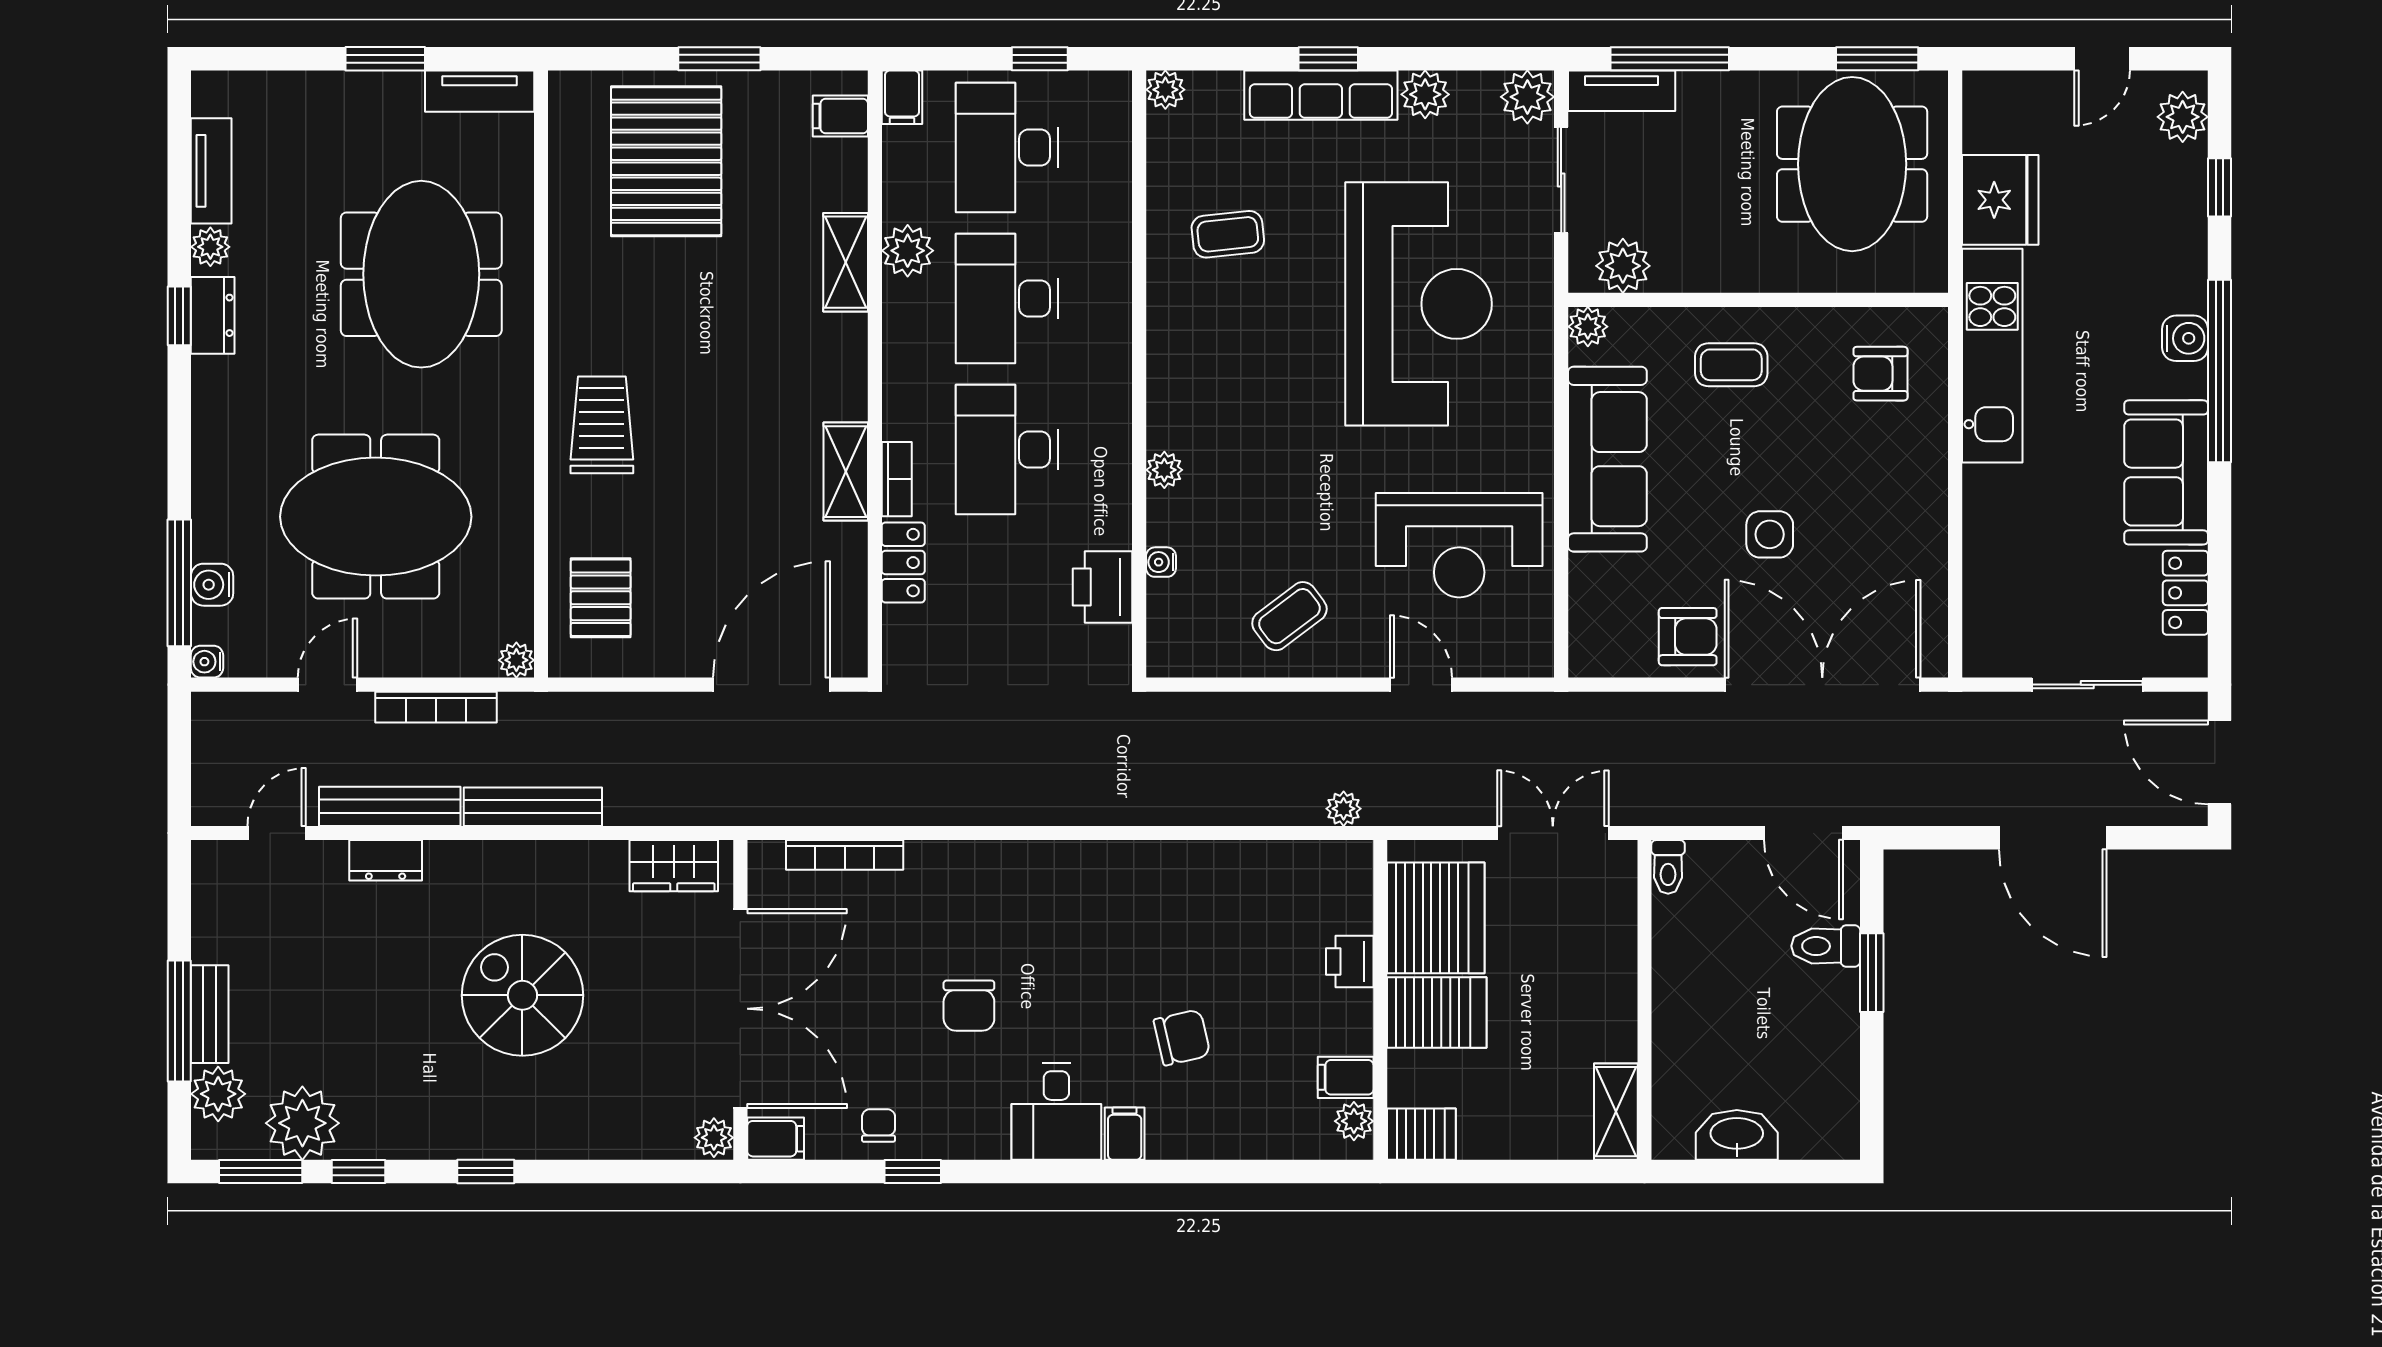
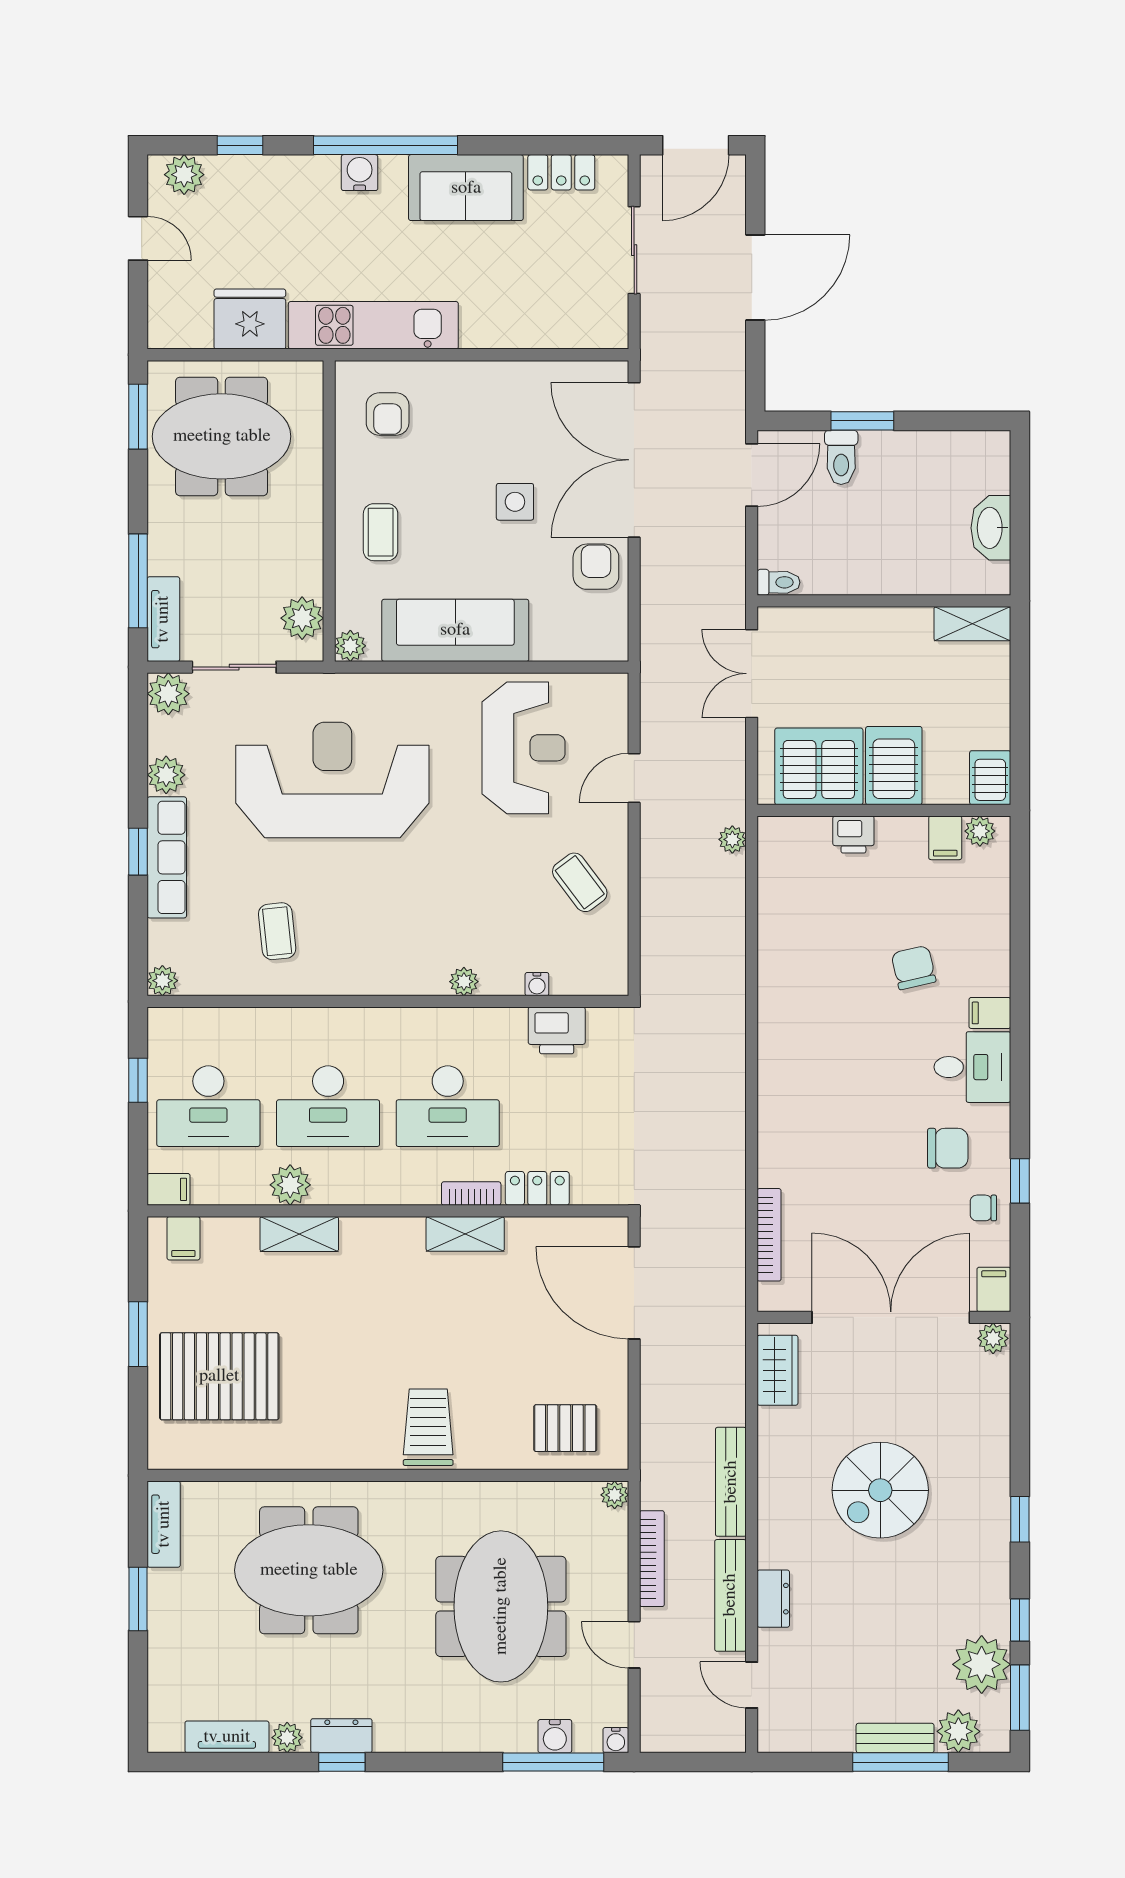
trolley: (602, 425) -> (428, 1427), turned 90
chair: (969, 1006) -> (948, 1148), moved

